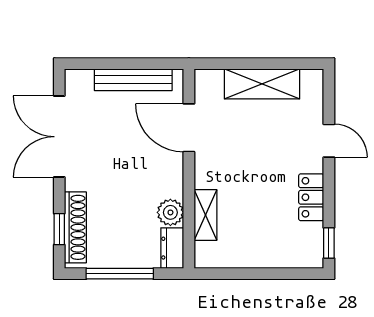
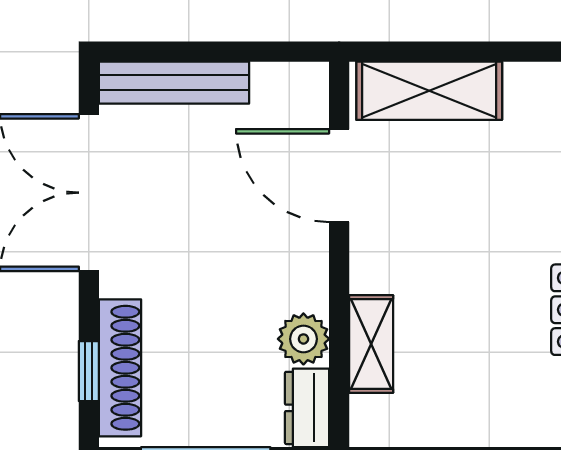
bench: (133, 80) -> (174, 83), moved
shelving: (262, 84) -> (429, 91), moved

